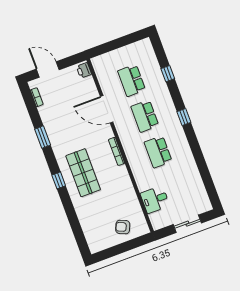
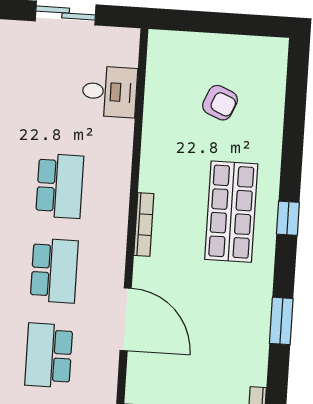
school desk: (132, 80) -> (49, 355), turned 180
armchair: (123, 227) -> (220, 103), moved

